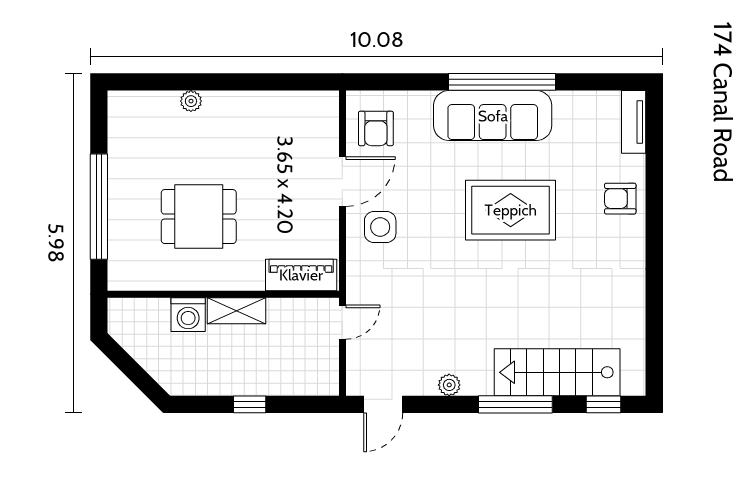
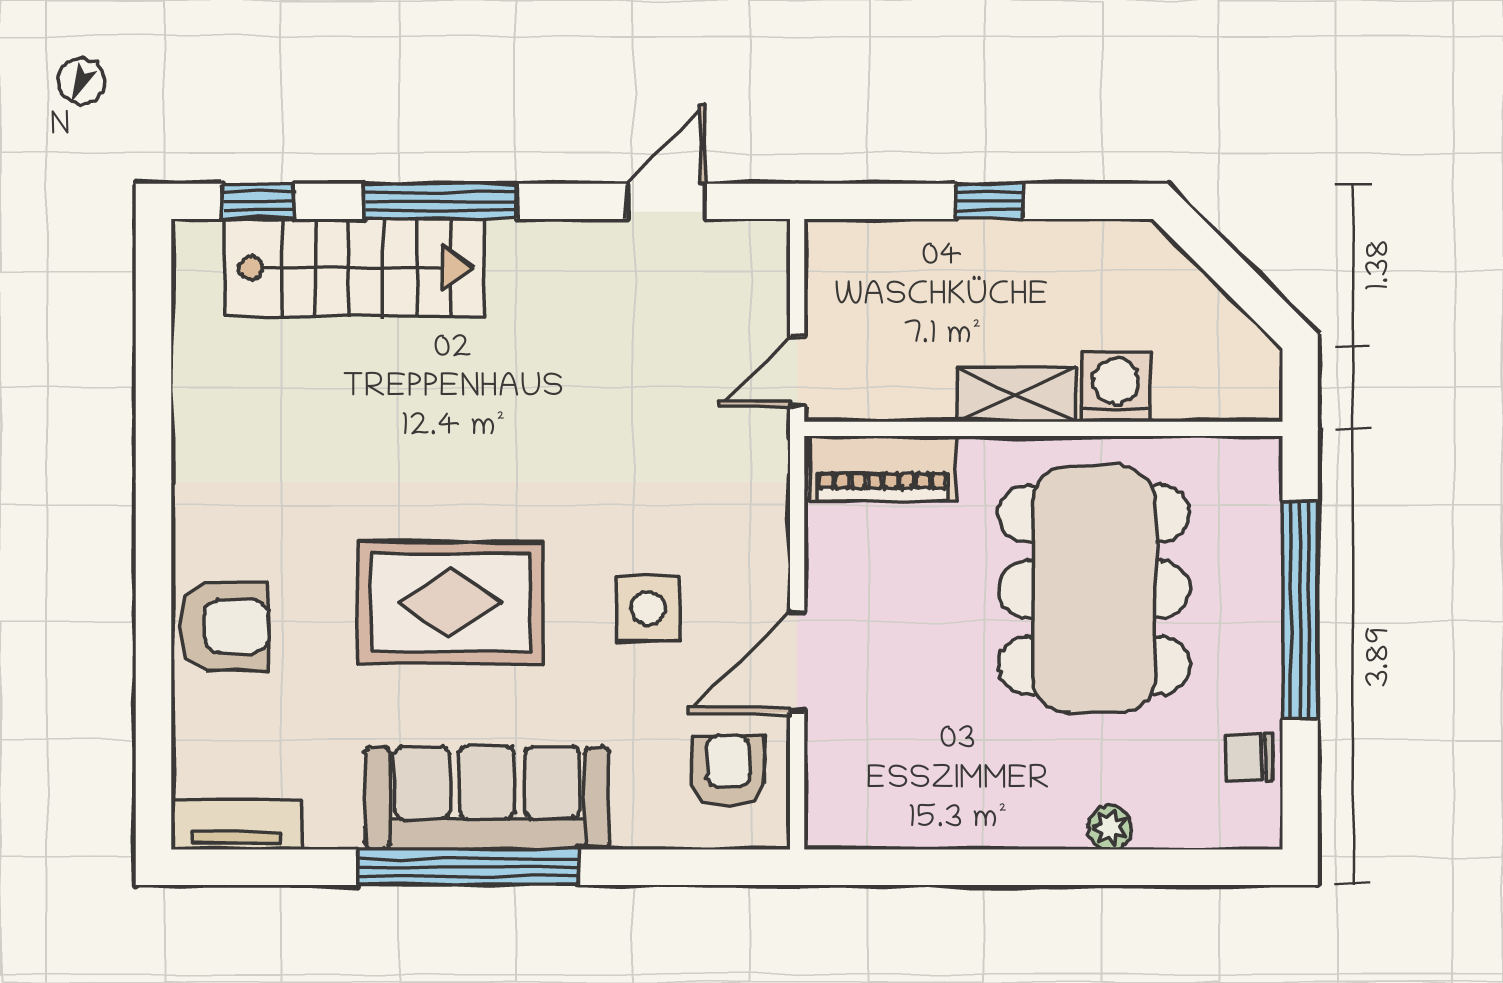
tv unit: (634, 122) -> (236, 825), moved, turned -90
chair: (123, 135) -> (1249, 757), added
armchair: (620, 199) -> (224, 626), width x1.38, depth x1.38
dining table: (199, 217) -> (1094, 589), width x1.88, depth x1.24
side table: (380, 227) -> (648, 608), moved
plant: (449, 385) -> (577, 242), removed
door: (383, 404) -> (666, 201), moved

